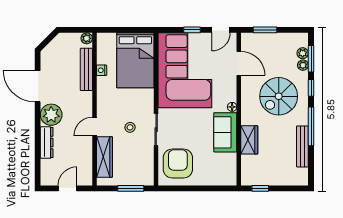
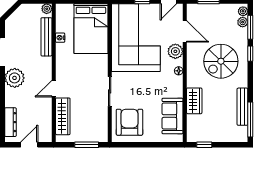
plant: (303, 65) -> (243, 11), moved
plant: (228, 85) -> (175, 51), added
window: (311, 126) -> (250, 120), moved
stool: (130, 127) -> (86, 89), removed
sofa: (225, 132) -> (172, 116), moved
dresser: (47, 143) -> (10, 122), moved

